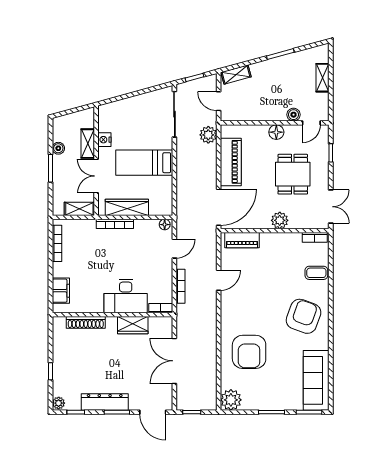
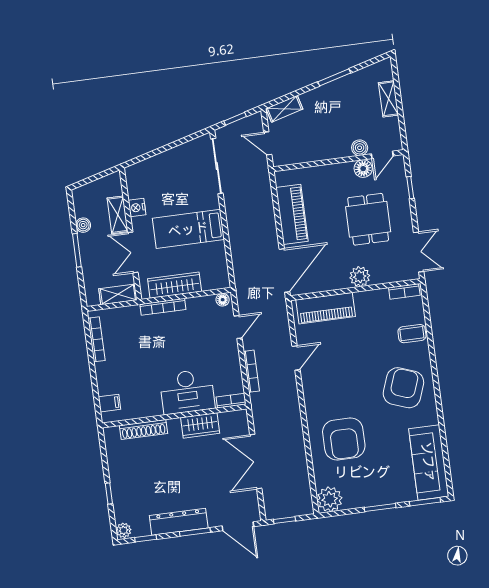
floor lamp: (276, 132) -> (363, 169), moved
plant: (208, 135) -> (261, 185), removed
piano: (242, 240) -> (326, 308), width x1.37, depth x1.33
filing cabinet: (61, 291) -> (110, 403), width x0.50

